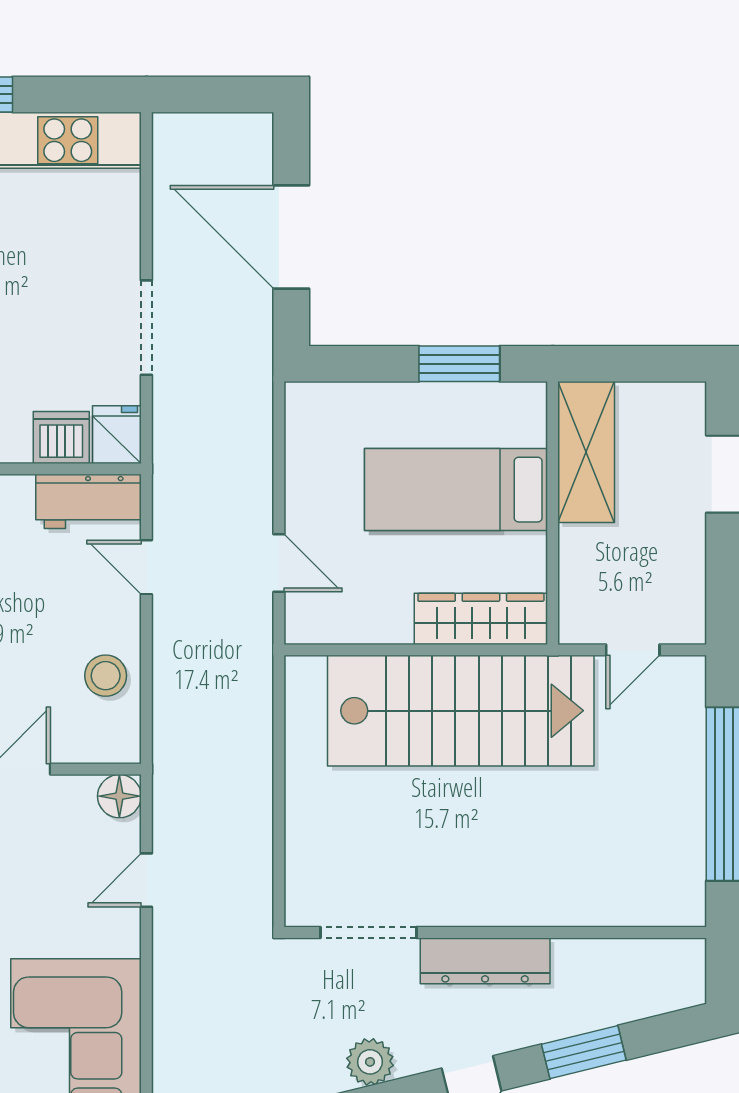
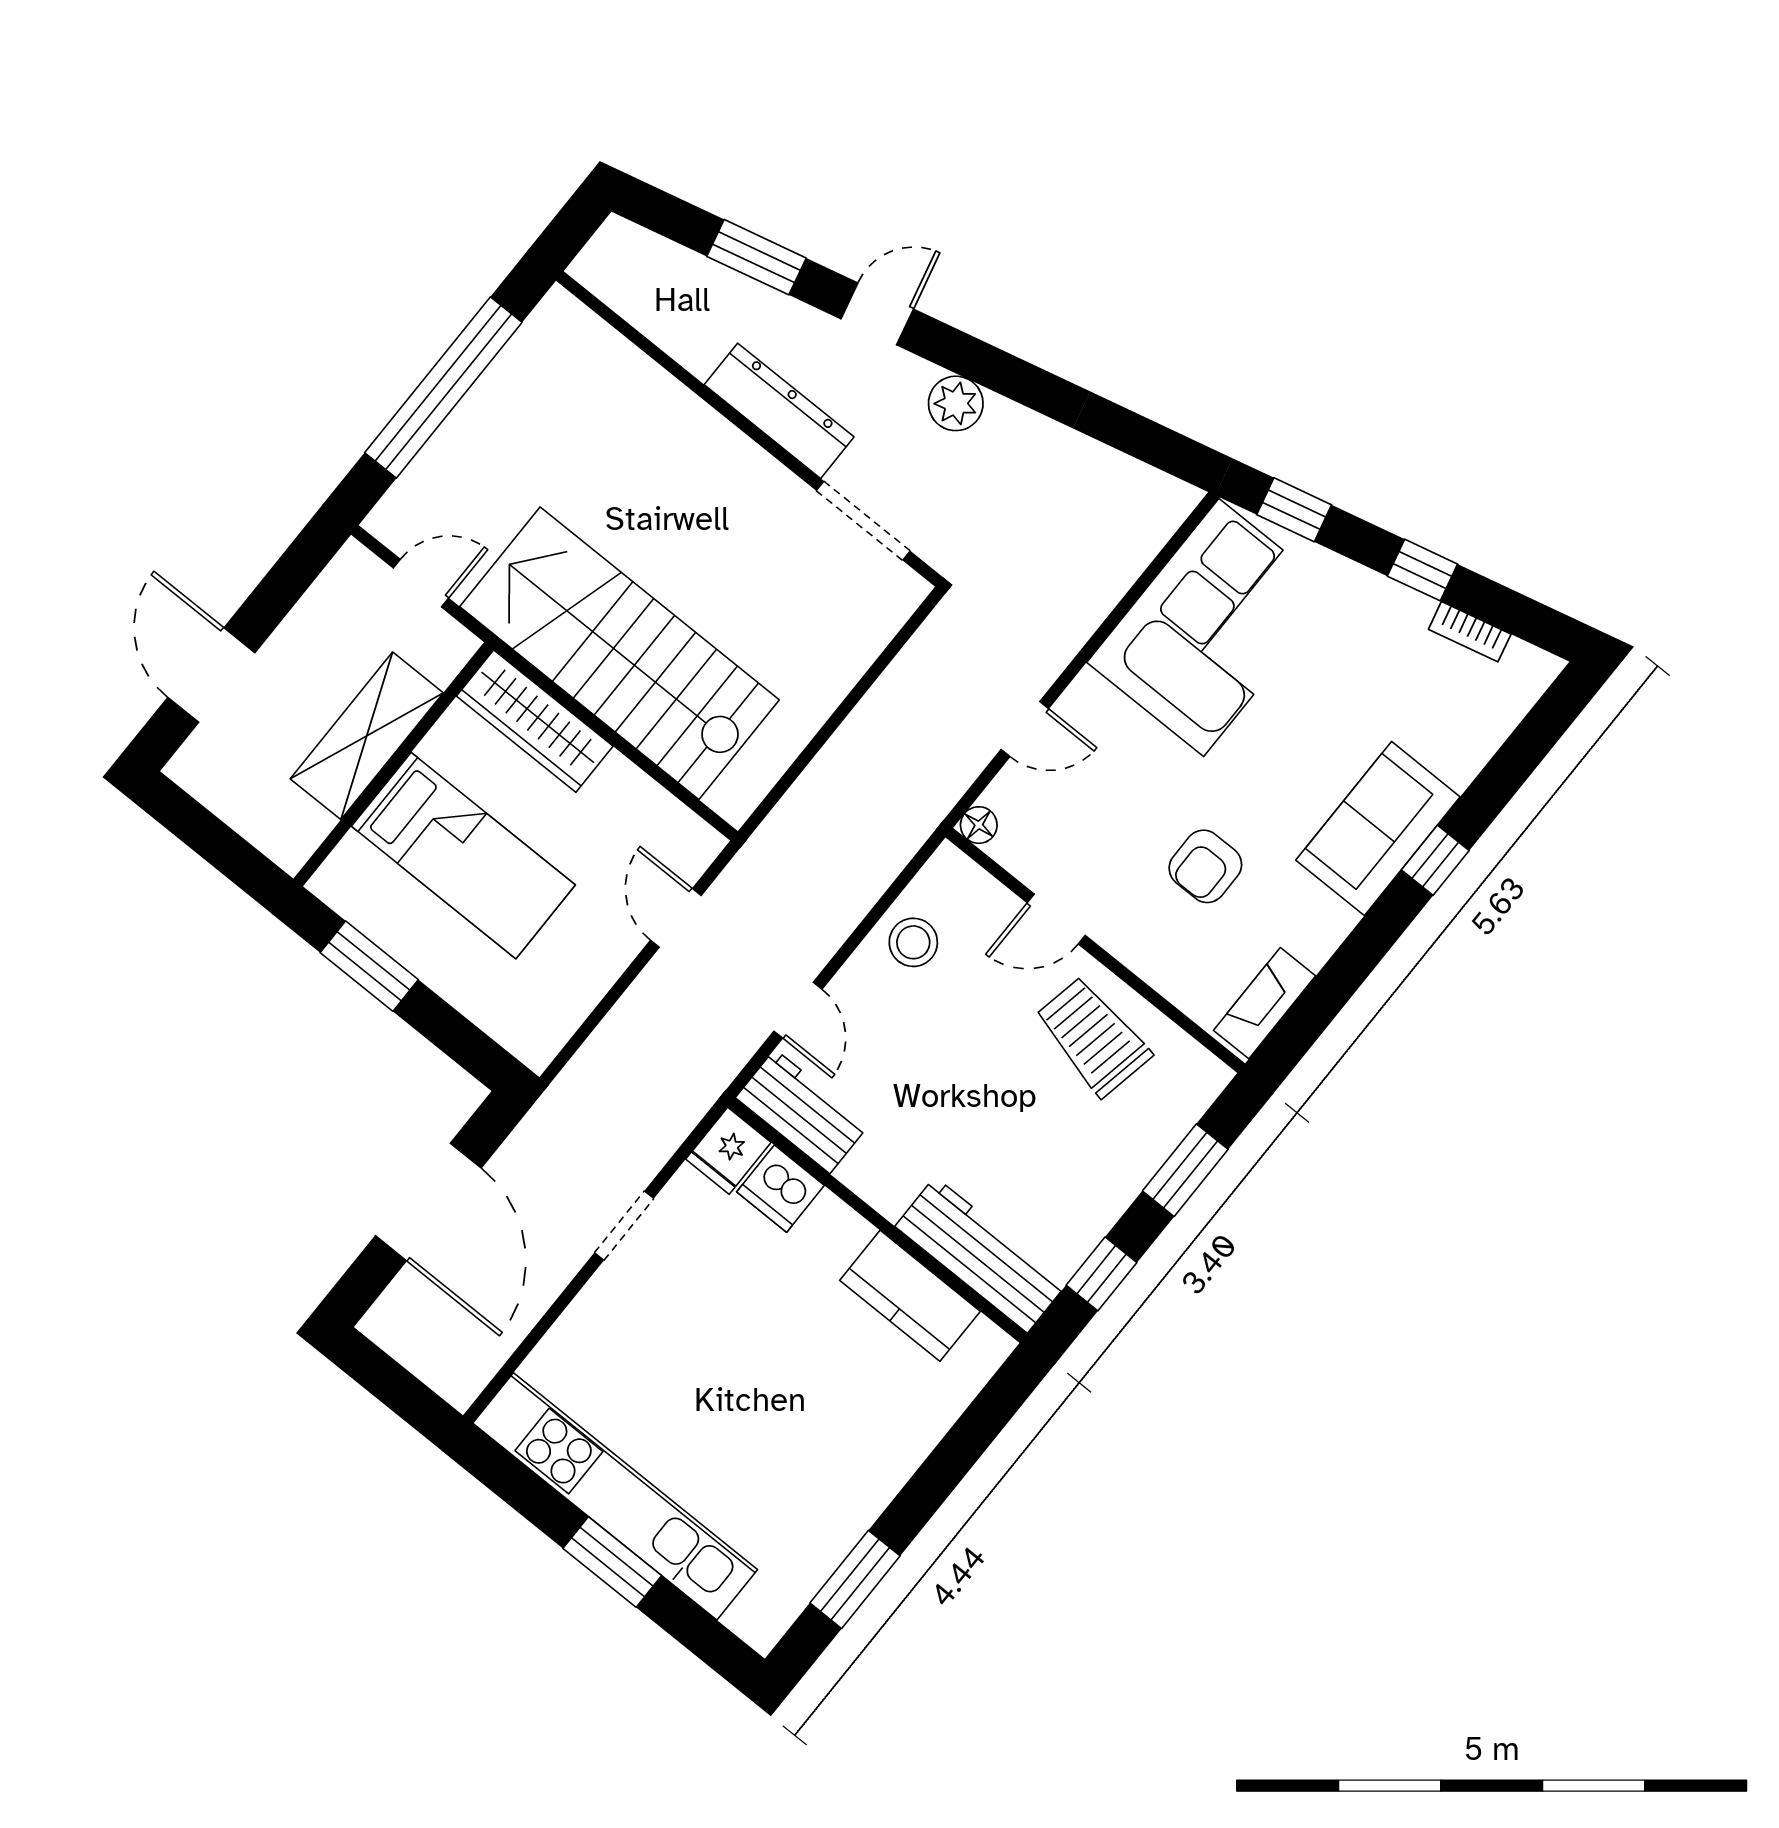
doorway: (146, 328) -> (624, 1226), width x0.73
shelving: (586, 452) -> (367, 736), moved
floor lamp: (119, 796) -> (979, 825), width x0.73, depth x0.73

